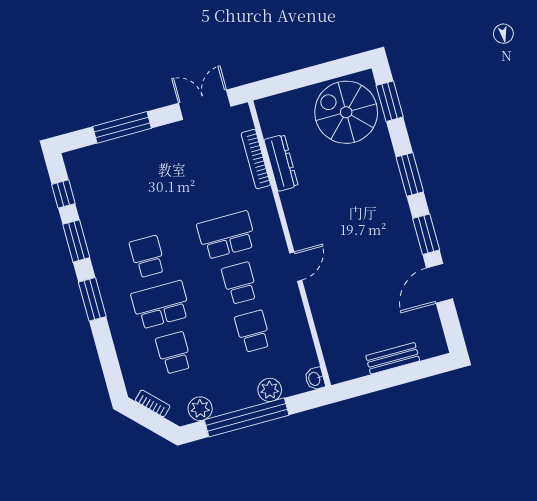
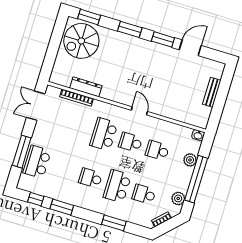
school desk: (121, 160) -> (37, 162), added
door: (440, 283) -> (190, 48), swing flipped
window: (92, 299) -> (114, 223), moved

